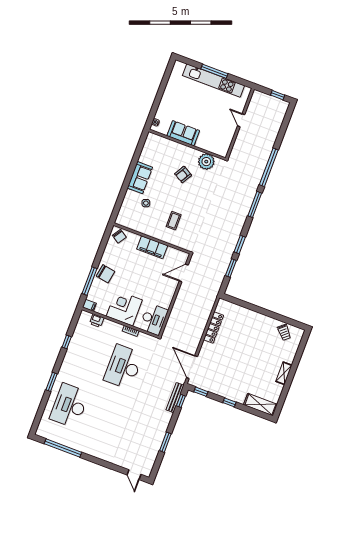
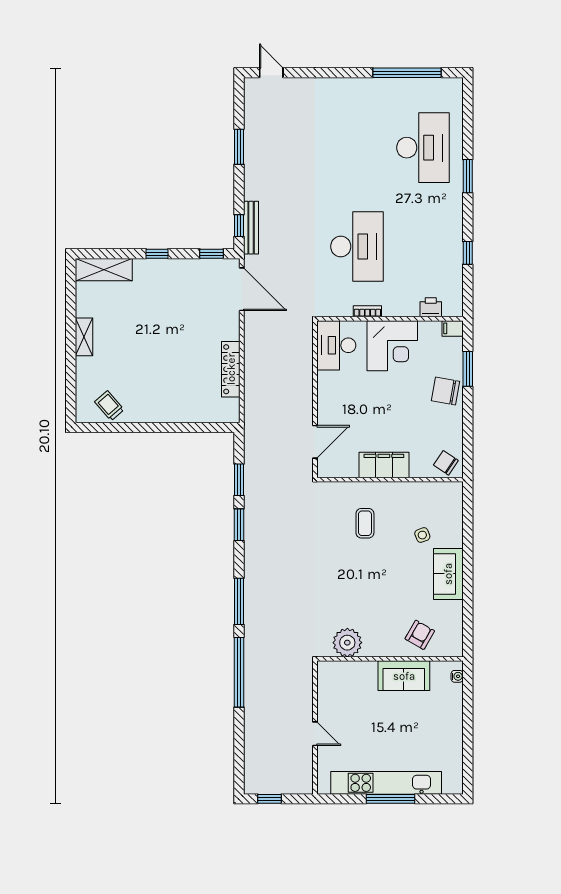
armchair: (183, 175) -> (420, 635), moved
window: (89, 281) -> (468, 369), width x0.69

